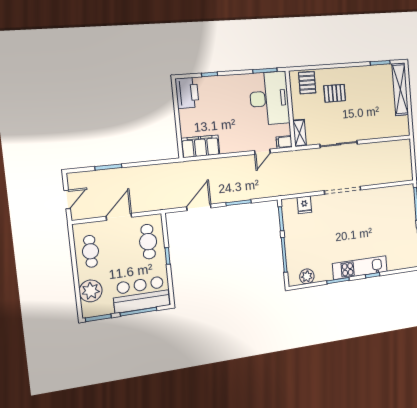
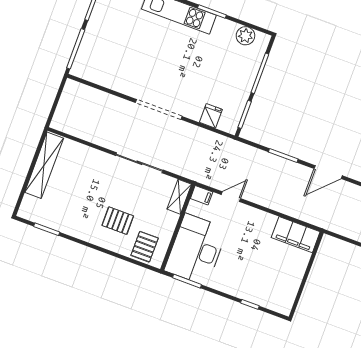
shelving: (400, 89) -> (44, 165), moved
printer: (187, 93) -> (283, 296), removed

